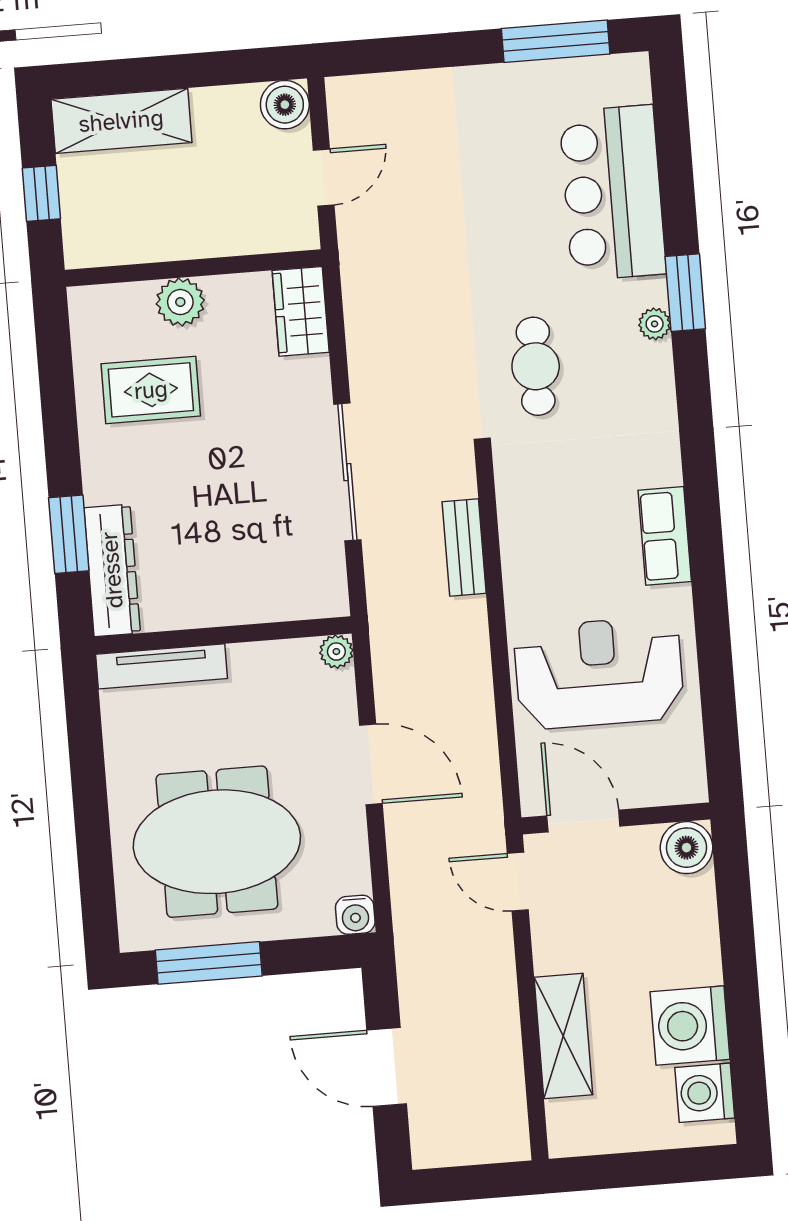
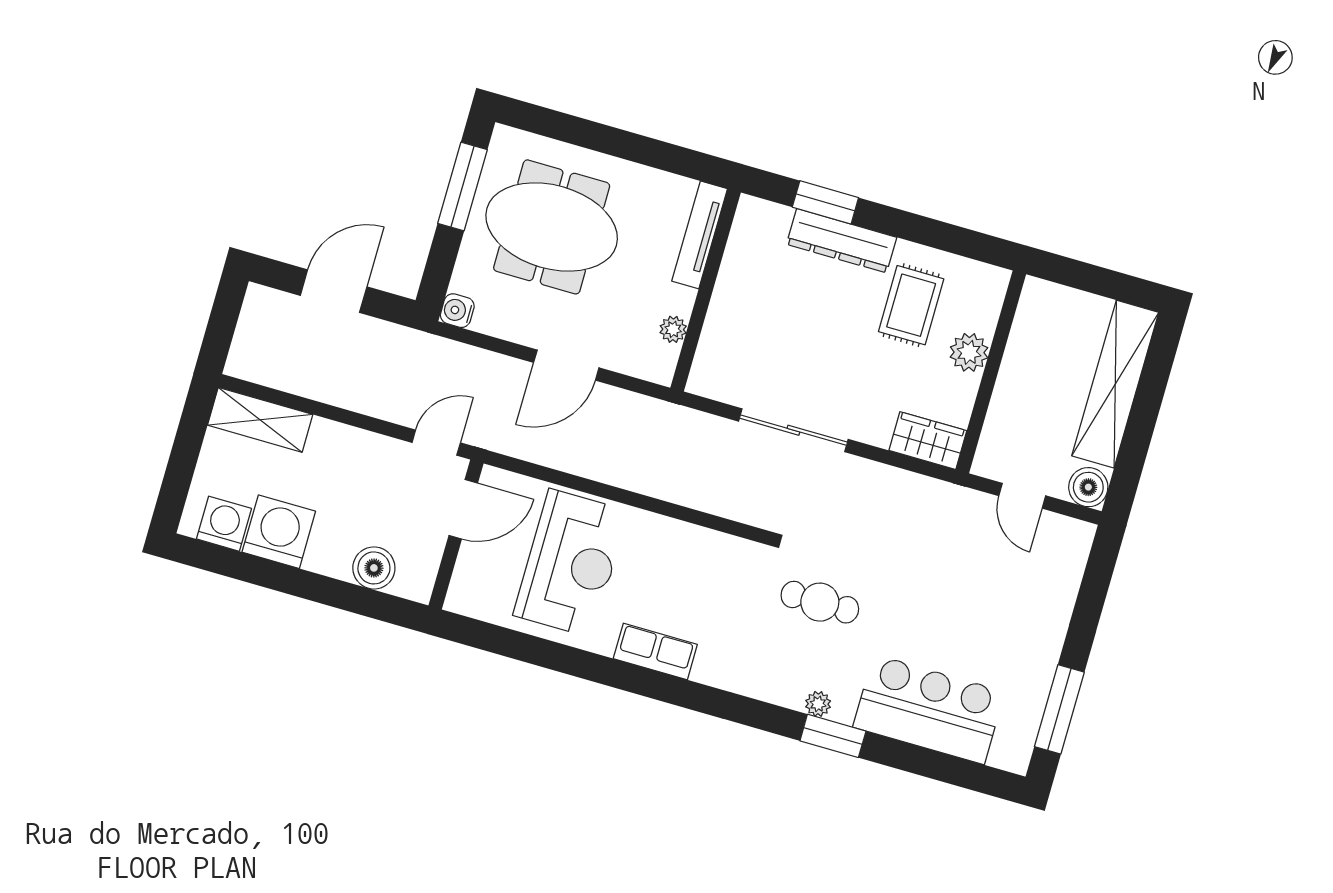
shelving: (121, 121) -> (1115, 384), width x1.47
window: (41, 193) -> (1090, 278), removed
bench: (464, 548) -> (703, 497), removed
dresser: (112, 570) -> (842, 241), moved
plant: (336, 652) -> (673, 329), moved
meeting table: (217, 842) -> (552, 227), turned 90
boiler: (686, 848) -> (374, 568), moved
shelving: (563, 1036) -> (260, 420), moved

